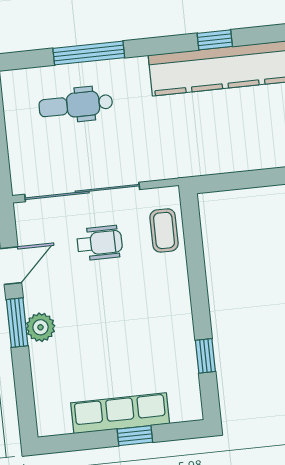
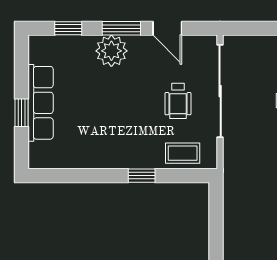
plant: (40, 327) -> (111, 51), width x1.36, depth x1.36
window: (205, 356) -> (142, 176), moved
window: (24, 389) -> (68, 28), added

